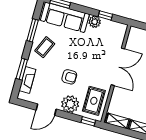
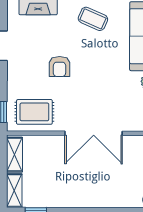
plant: (70, 104) -> (20, 79), removed

